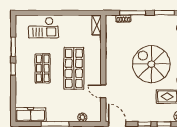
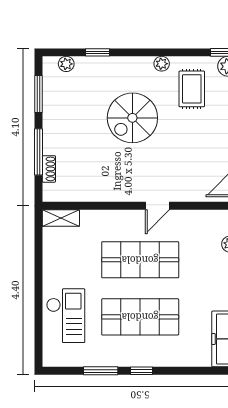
spiral stairs: (151, 64) -> (132, 118), width x0.73, depth x0.73
shop shelf: (43, 68) -> (140, 317), width x1.43, depth x1.36
door: (103, 91) -> (157, 206), moved

